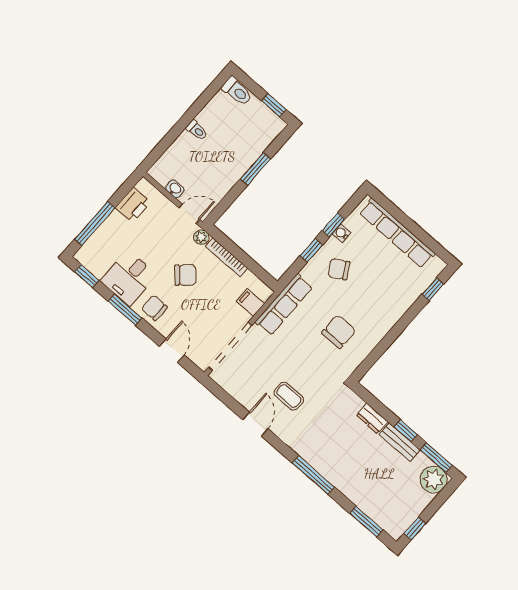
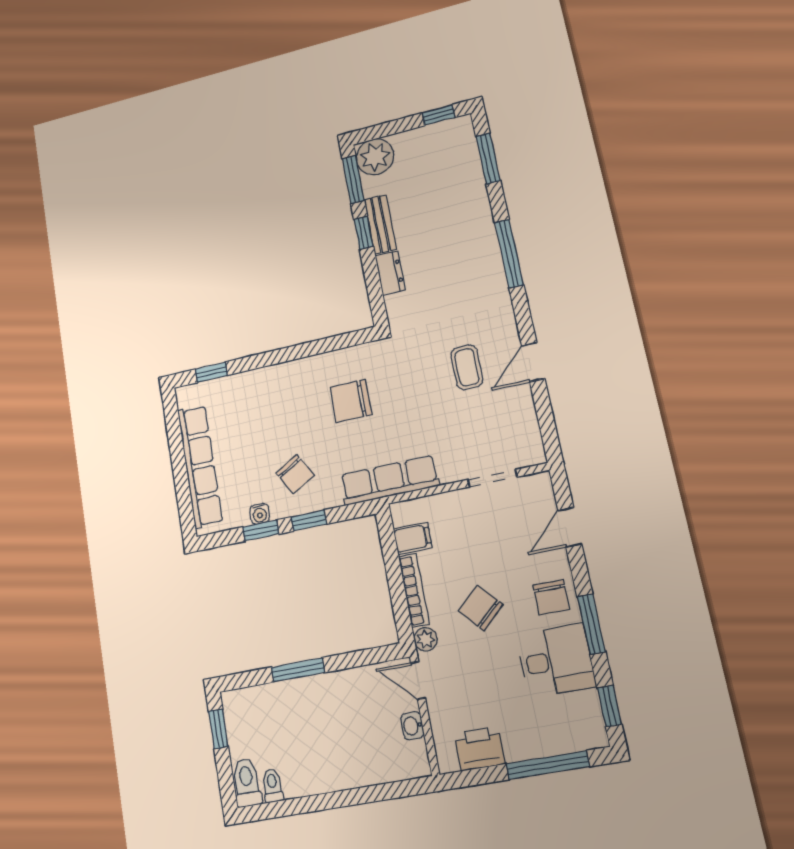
toilet: (197, 130) -> (272, 785), moved
filing cabinet: (251, 302) -> (413, 538), moved, turned -90
doorway: (230, 346) -> (492, 478), width x0.53

